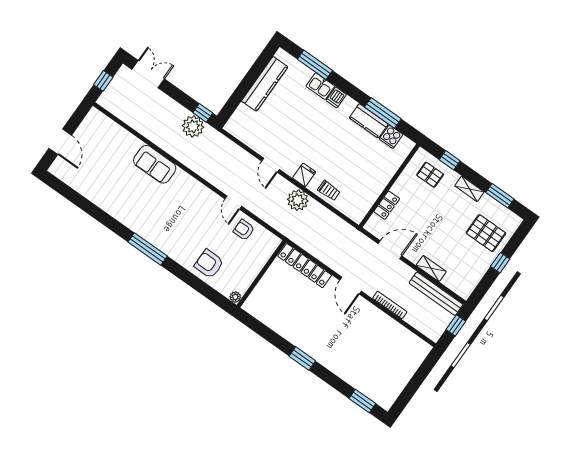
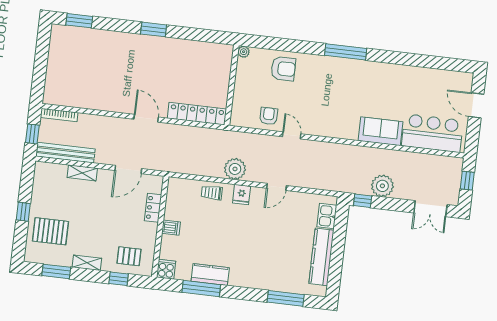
kitchen sink: (320, 86) -> (327, 216), moved, turned -90
dishwasher: (336, 97) -> (171, 228), moved, turned 90
plant: (193, 126) -> (382, 186), moved
cooker: (391, 137) -> (166, 269), moved
bar counter: (111, 138) -> (432, 133), added
door: (270, 165) -> (276, 187), swing flipped
armchair: (244, 230) -> (269, 116), turned -90
bookcase: (390, 305) -> (59, 115), moved

